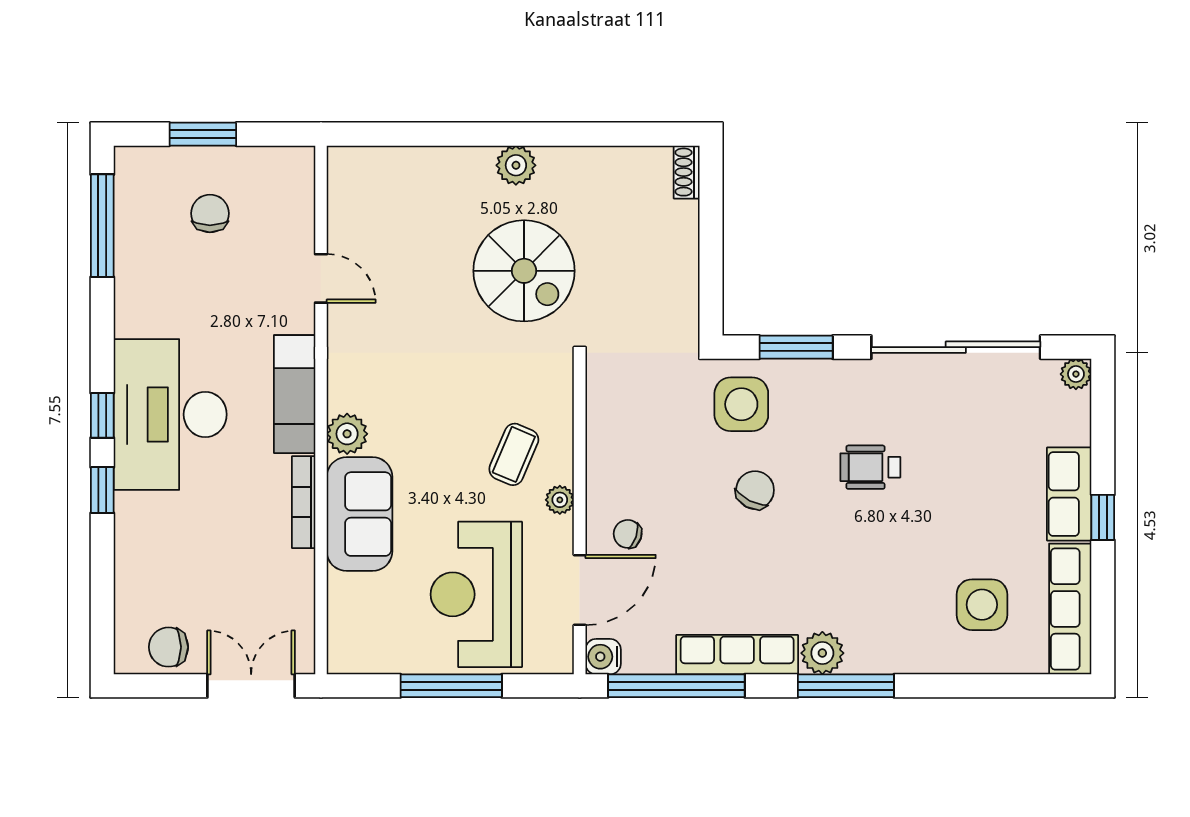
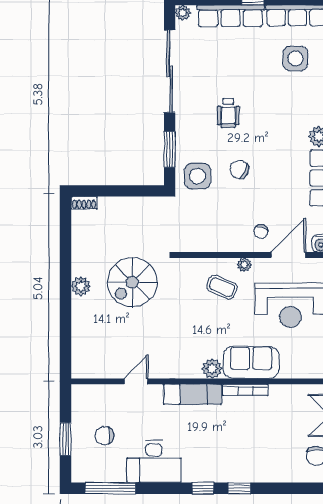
spiral stairs: (524, 271) -> (132, 282), turned 180
desk: (170, 414) -> (154, 461), moved, width x0.73, depth x0.77
row of seats: (1069, 494) -> (230, 16), width x1.48
door: (580, 590) -> (288, 255), hinge flipped

